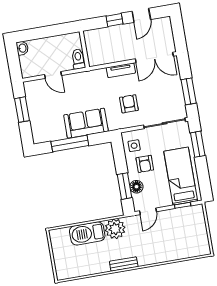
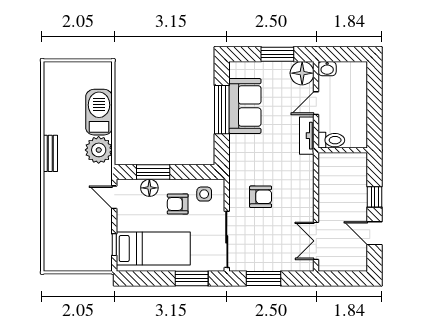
washbasin: (22, 48) -> (327, 69), moved
double door: (154, 57) -> (316, 241), width x0.73
tv unit: (121, 70) -> (307, 136), moved
floor lamp: (33, 89) -> (302, 73), added
sofa: (86, 123) -> (245, 106), moved

